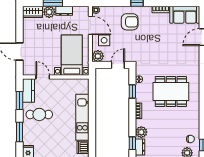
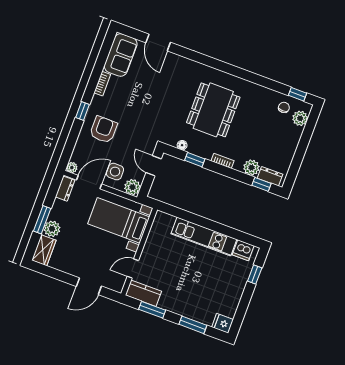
dresser: (64, 11) -> (65, 189), moved
cafe table: (39, 114) -> (180, 291), removed

